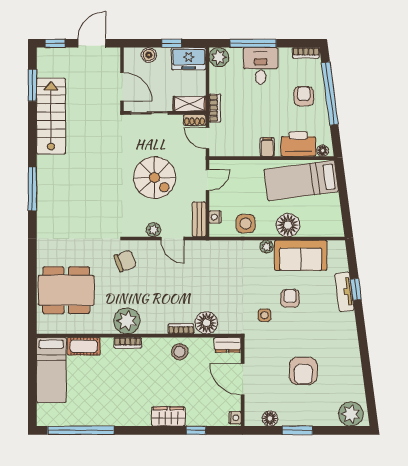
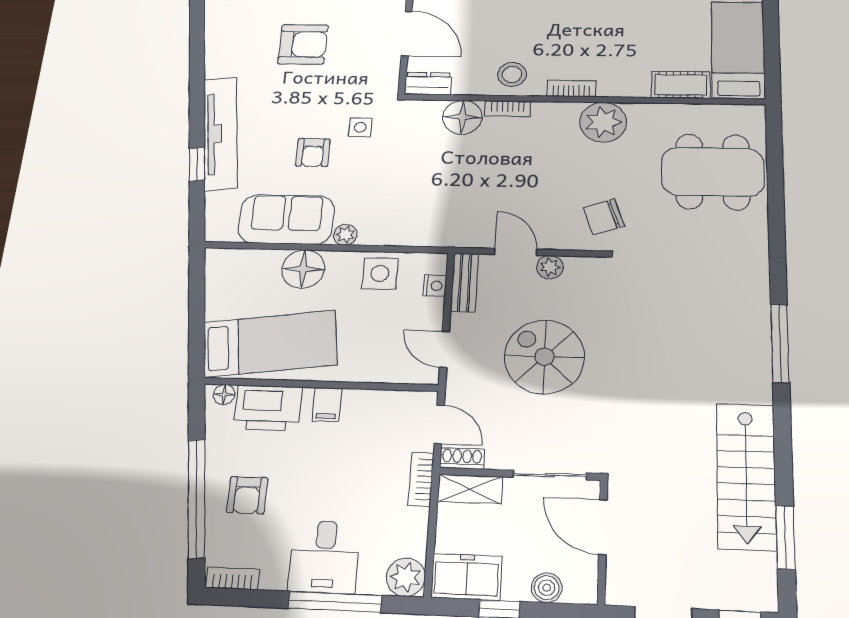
door: (207, 180) -> (444, 349), hinge flipped
tv unit: (344, 292) -> (221, 133), width x1.92, depth x1.29
bookcase: (128, 343) -> (571, 89), moved
armchair: (303, 371) -> (303, 44), turned 90

